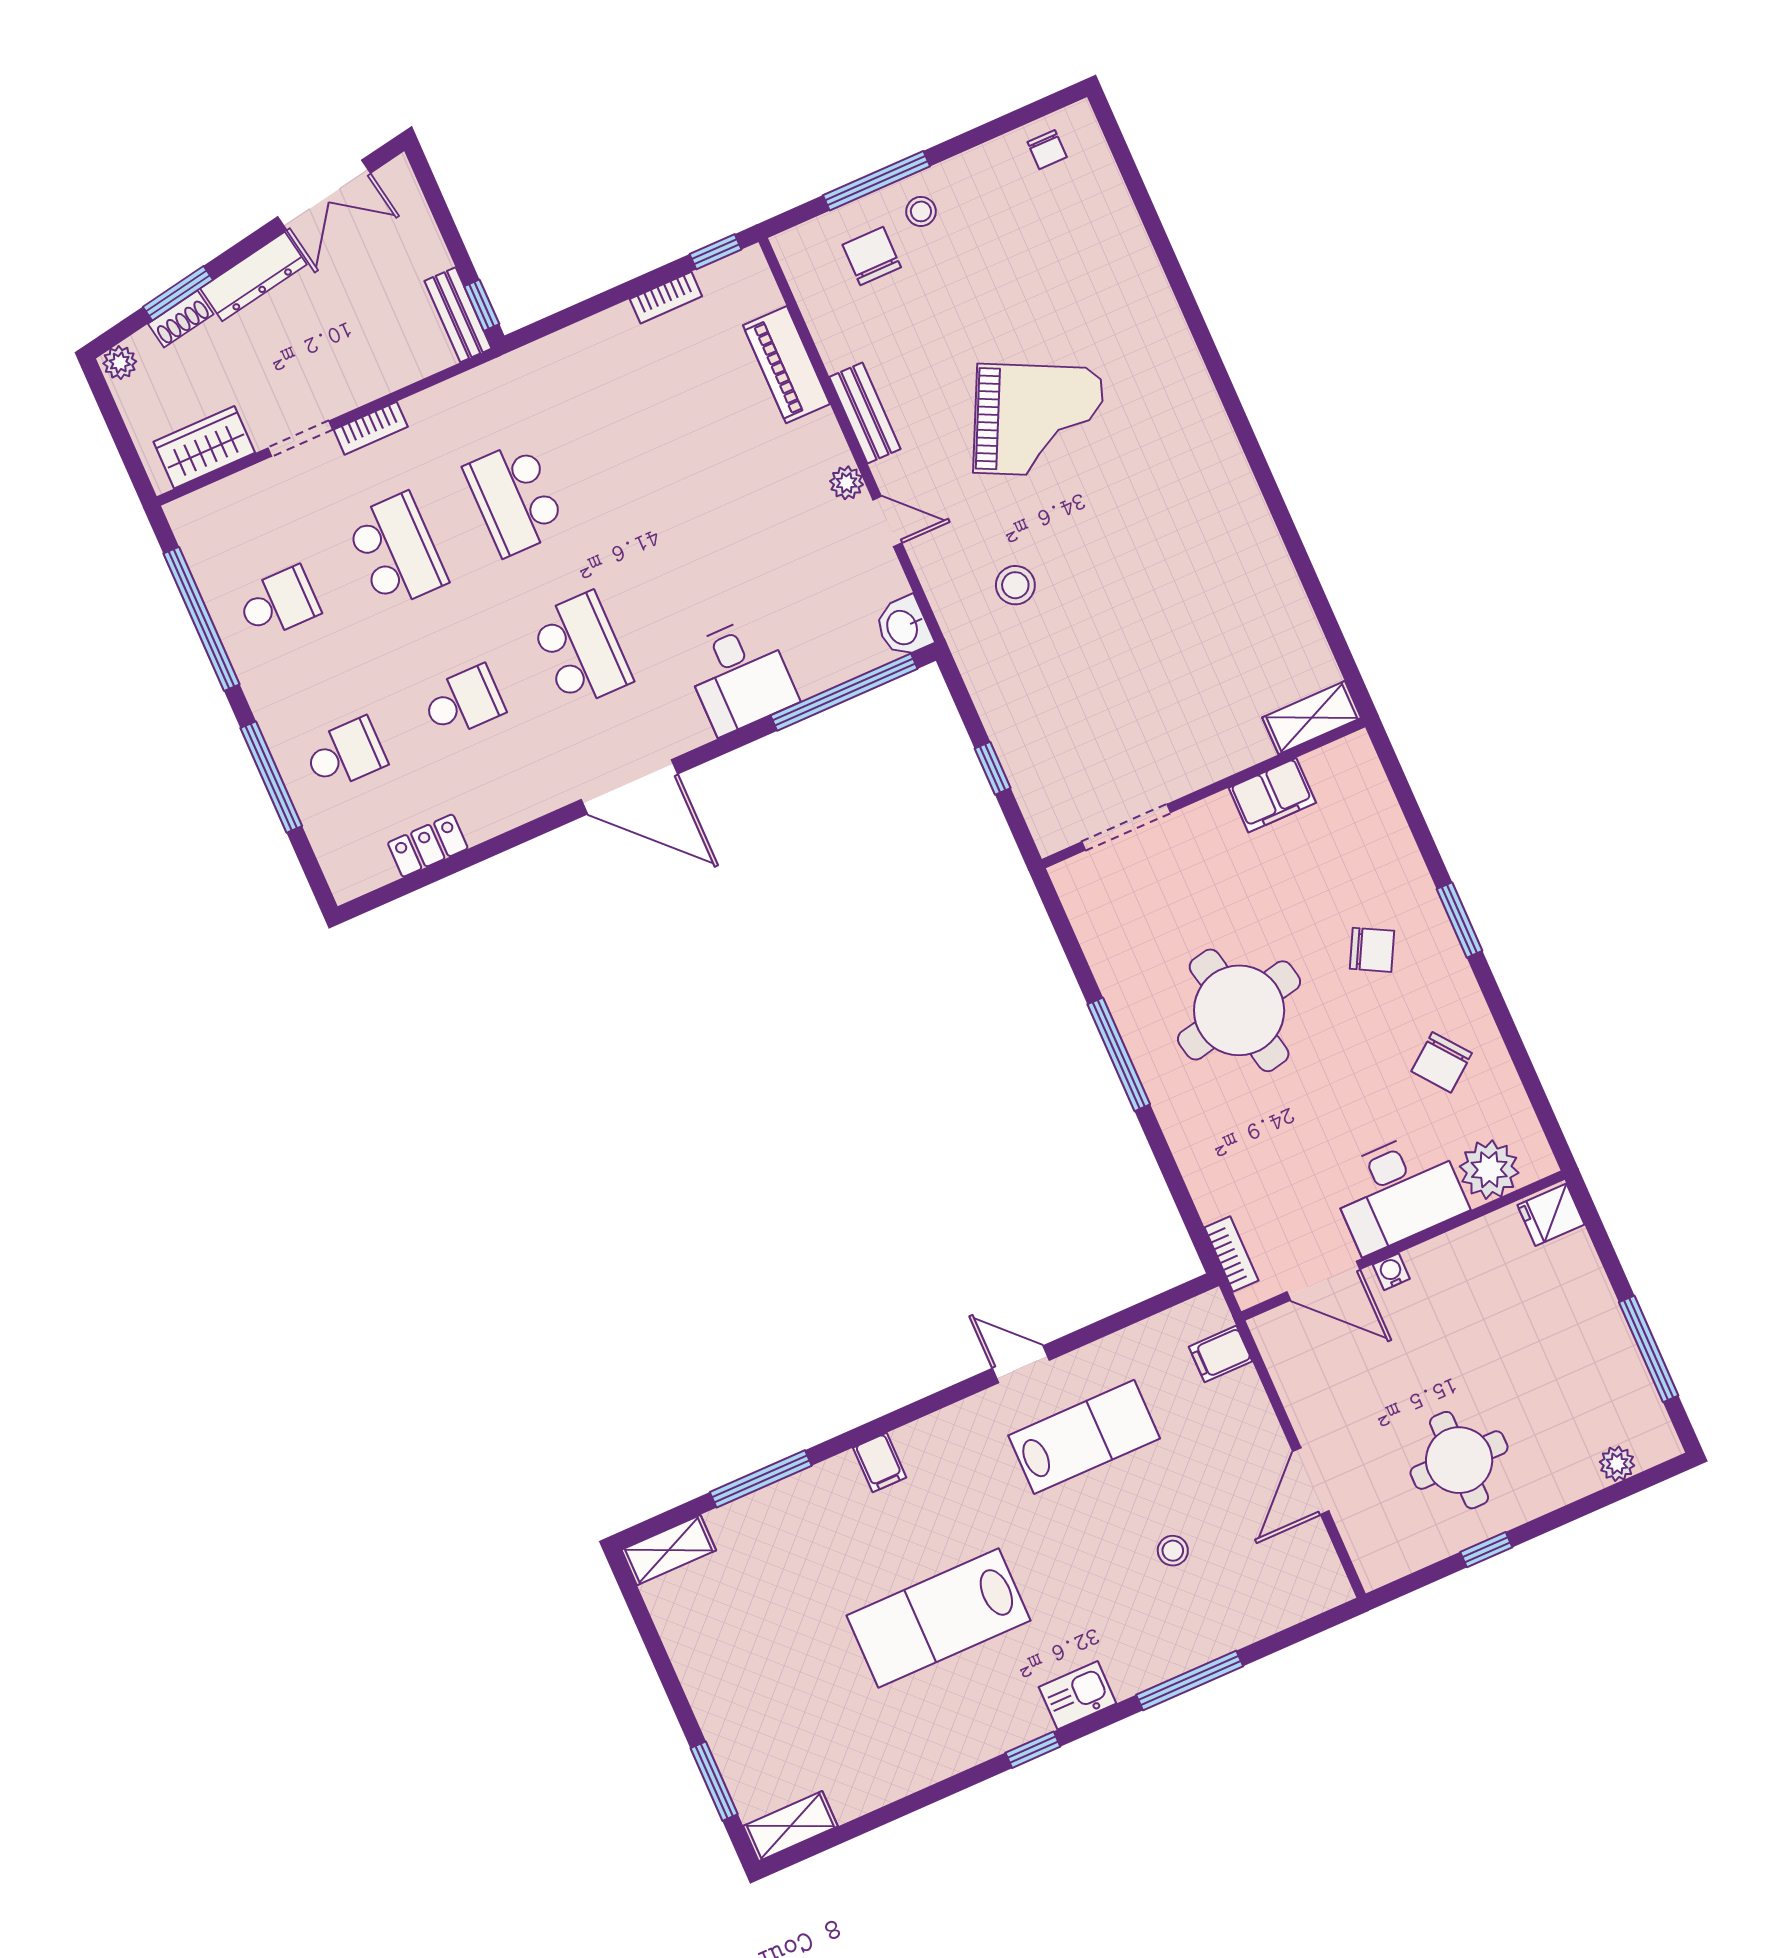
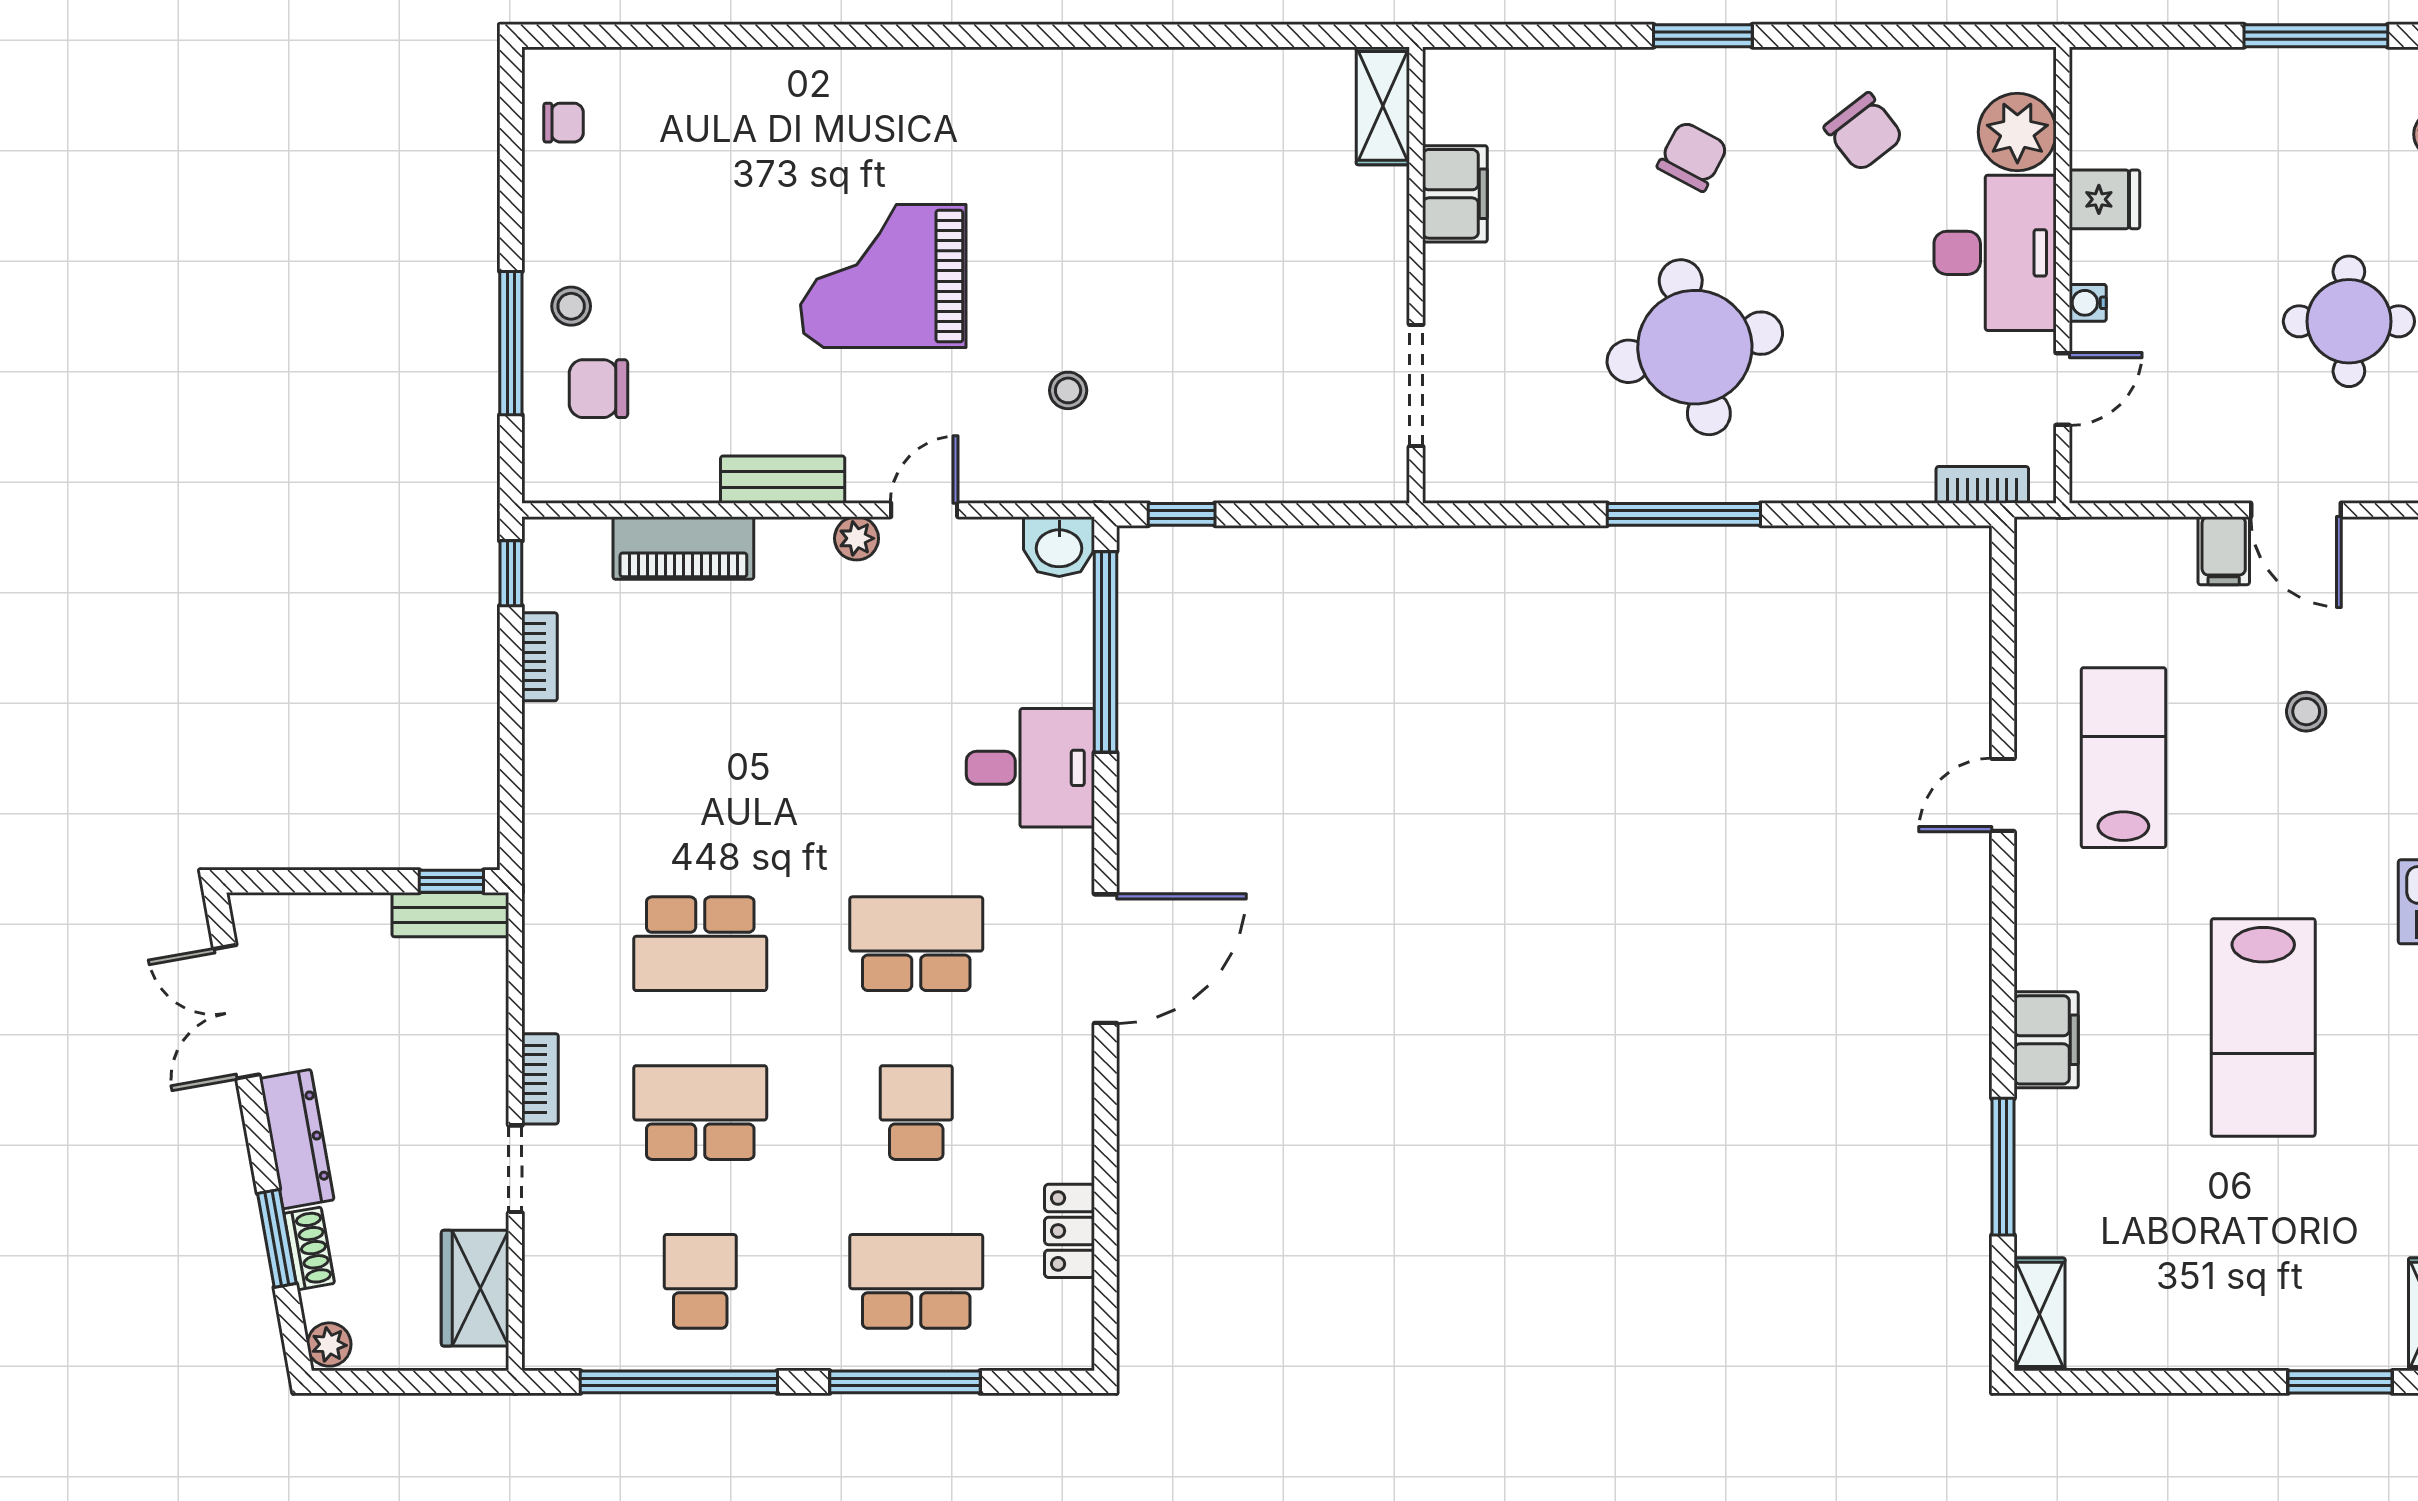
double door: (324, 195) -> (236, 1012), swing flipped
grand piano: (1038, 421) -> (883, 276), turned -116
stool: (1015, 585) -> (1068, 390), width x0.73, depth x0.73
school desk: (345, 754) -> (916, 1281), width x1.85
window: (993, 768) -> (1182, 514), moved
fridge: (1551, 1215) -> (2104, 199), moved, turned -90
door: (1323, 1281) -> (2063, 389), width x0.73
filing cabinet: (1221, 1354) -> (2224, 551), moved
filing cabinet: (880, 1463) -> (2046, 1040), width x2.00

